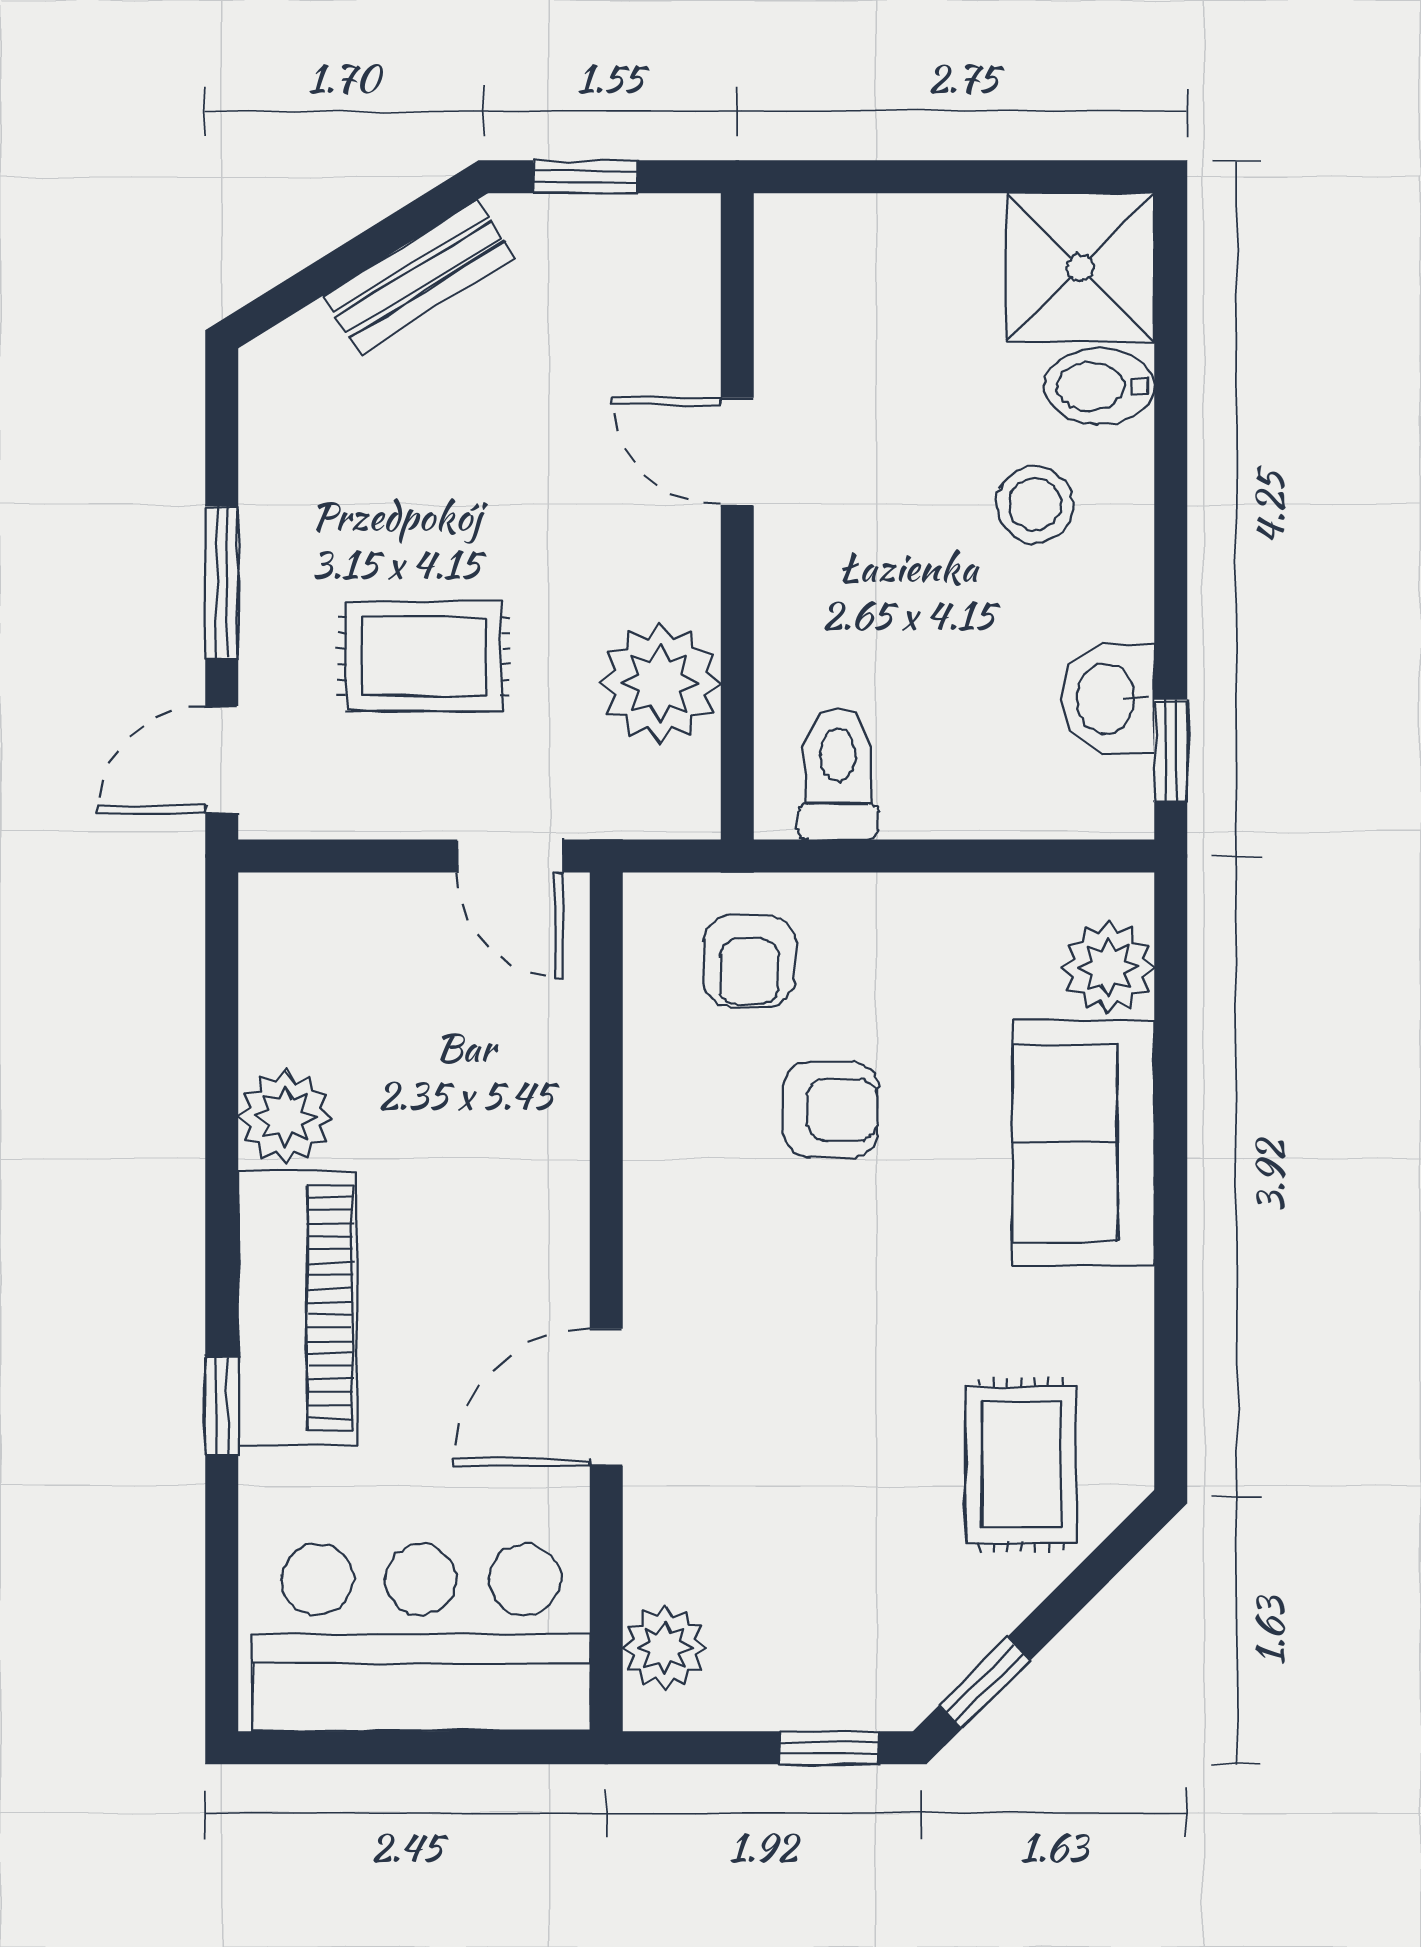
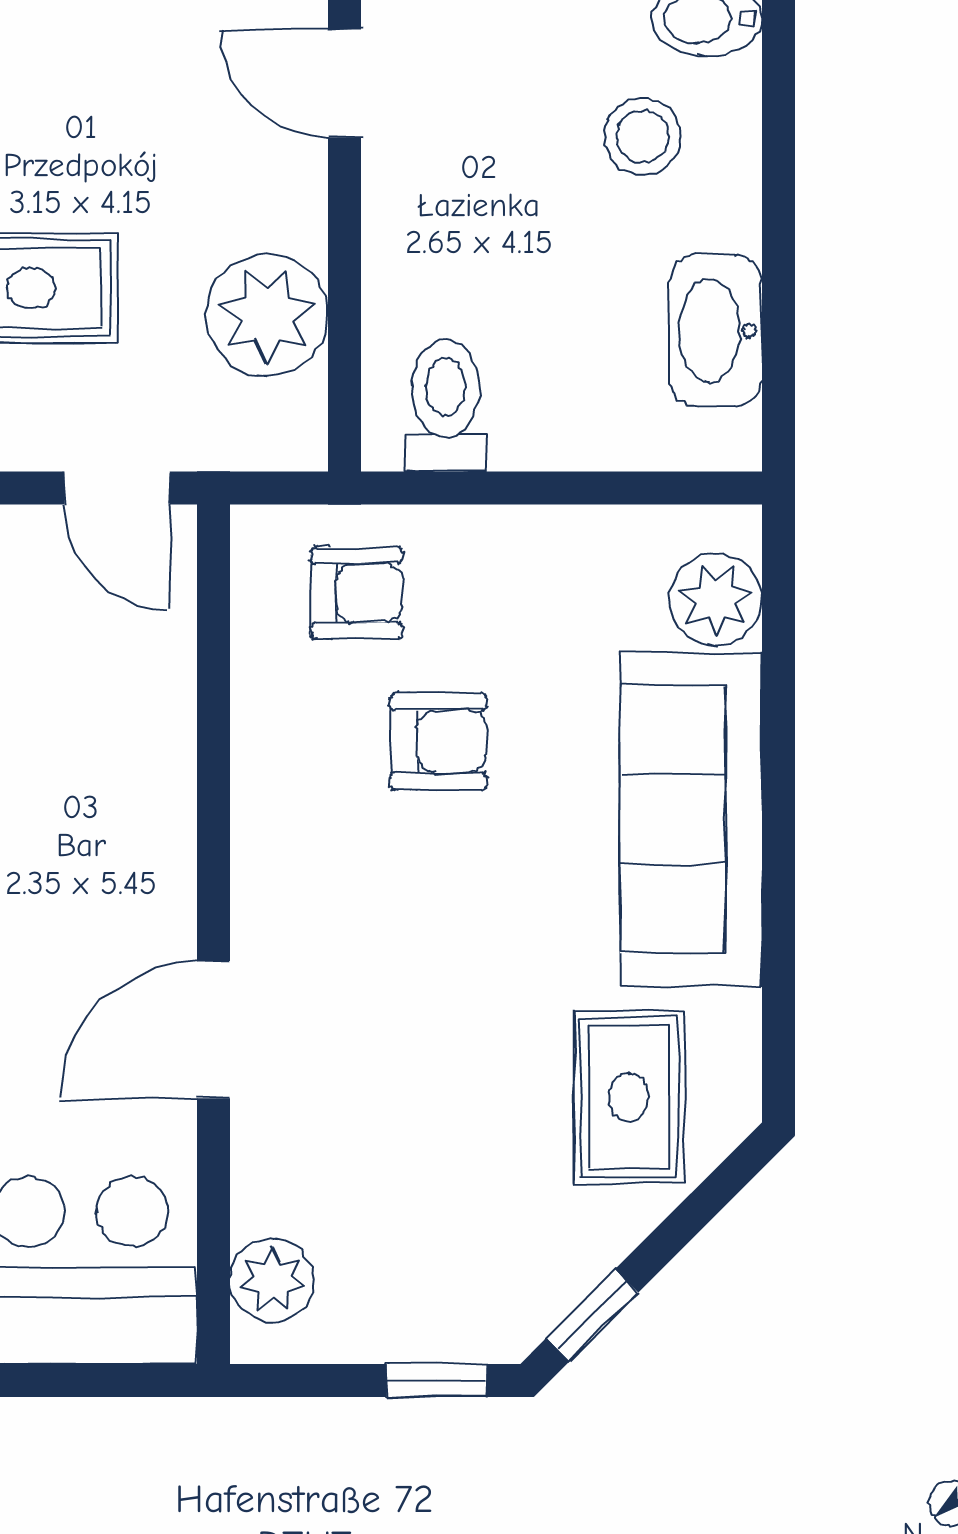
washbasin: (1108, 699) -> (716, 331), width x1.38
window: (1171, 751) -> (778, 383), removed
armchair: (749, 961) -> (356, 593), turned -90
sofa: (1083, 1143) -> (691, 819), width x1.36

